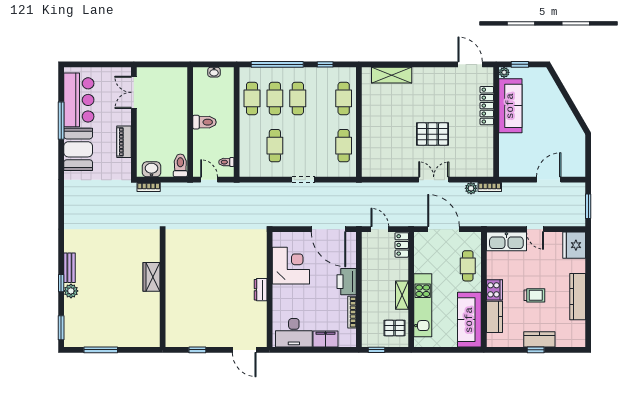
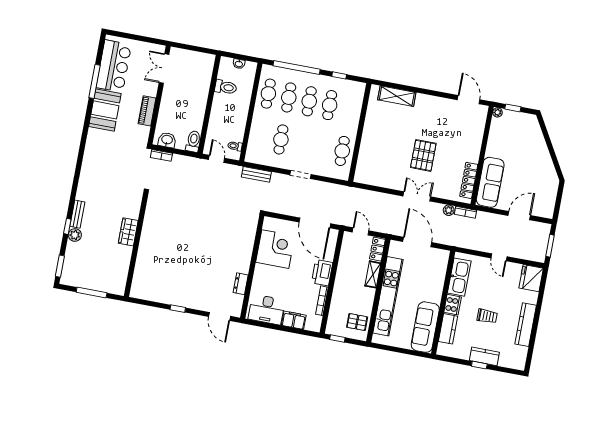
cafe table: (344, 98) -> (330, 105), moved
locker: (487, 106) -> (469, 180), moved
sofa: (510, 106) -> (490, 182), moved
toilet: (204, 122) -> (226, 87), moved
pallet: (432, 134) -> (423, 155), turned 90
bench: (255, 188) -> (256, 174), added
kitchen sink: (506, 241) -> (459, 277), moved, turned -90
cafe table: (468, 266) -> (433, 279), removed
wardrobe: (151, 277) -> (128, 232), moved
wall: (163, 290) -> (136, 245), moved
dresser: (261, 290) -> (241, 284), moved
shelving: (402, 295) -> (373, 274), moved
kitchen unit: (423, 305) -> (388, 296), width x1.36

